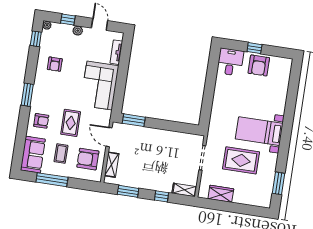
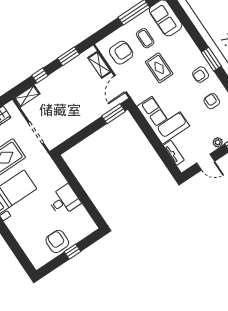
desk: (230, 62) -> (64, 200), moved, turned -90
armchair: (41, 121) -> (201, 75), moved
door: (109, 137) -> (120, 84), swing flipped

